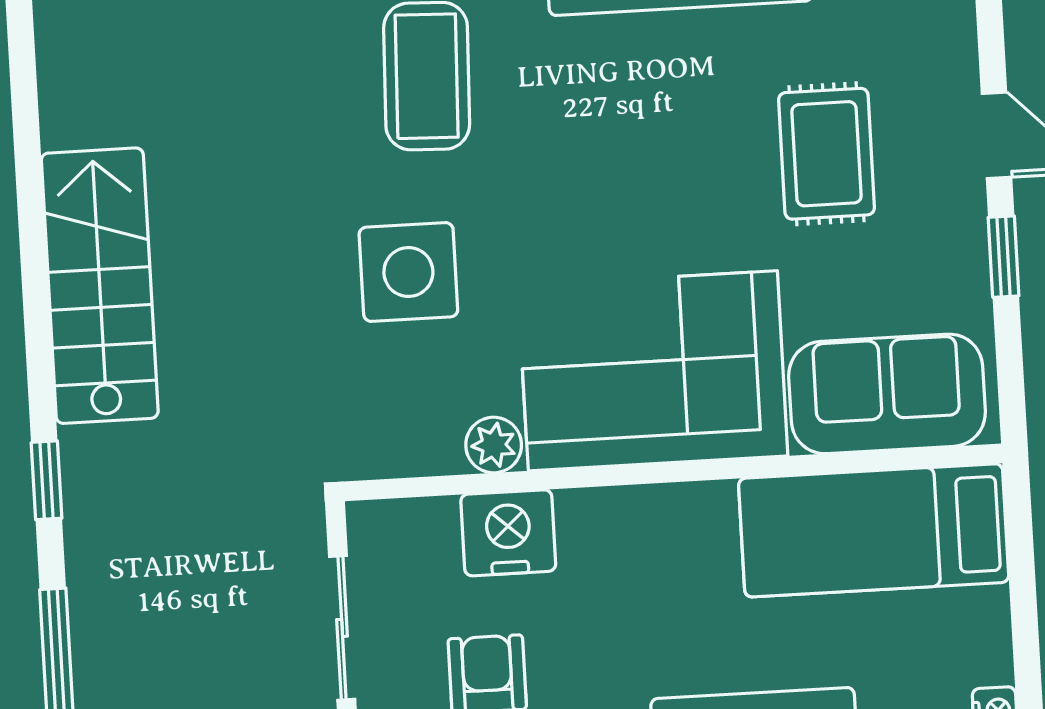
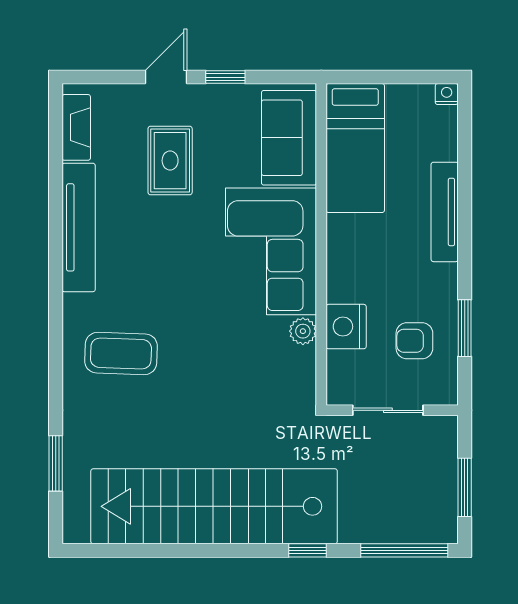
rug: (827, 154) -> (170, 161), turned 90
side table: (408, 272) -> (216, 368), removed
stairs: (100, 286) -> (214, 506), width x1.86, depth x1.51

